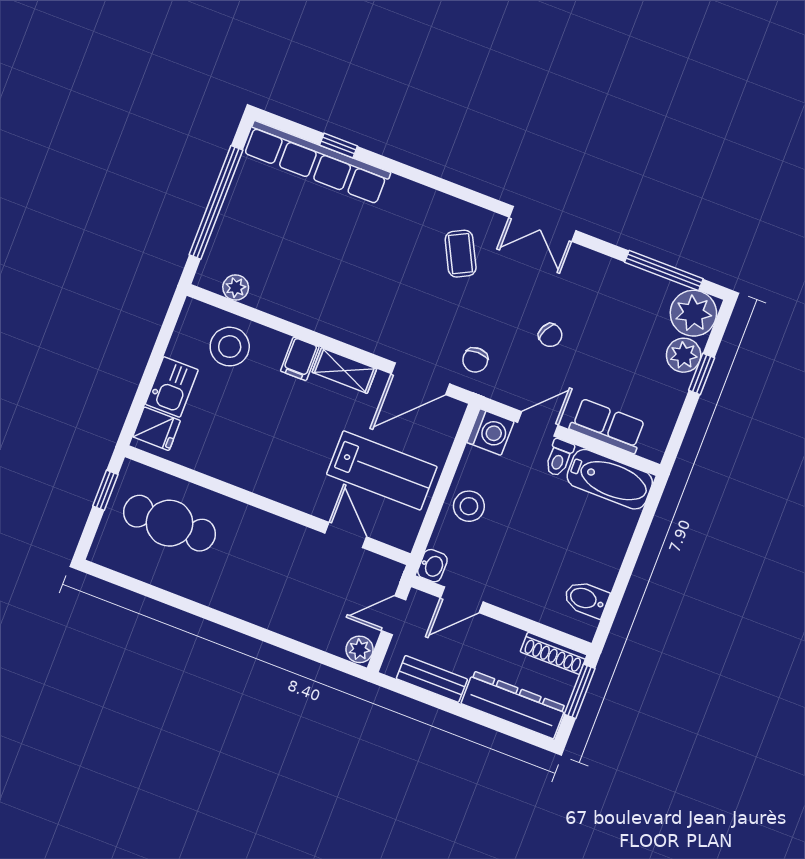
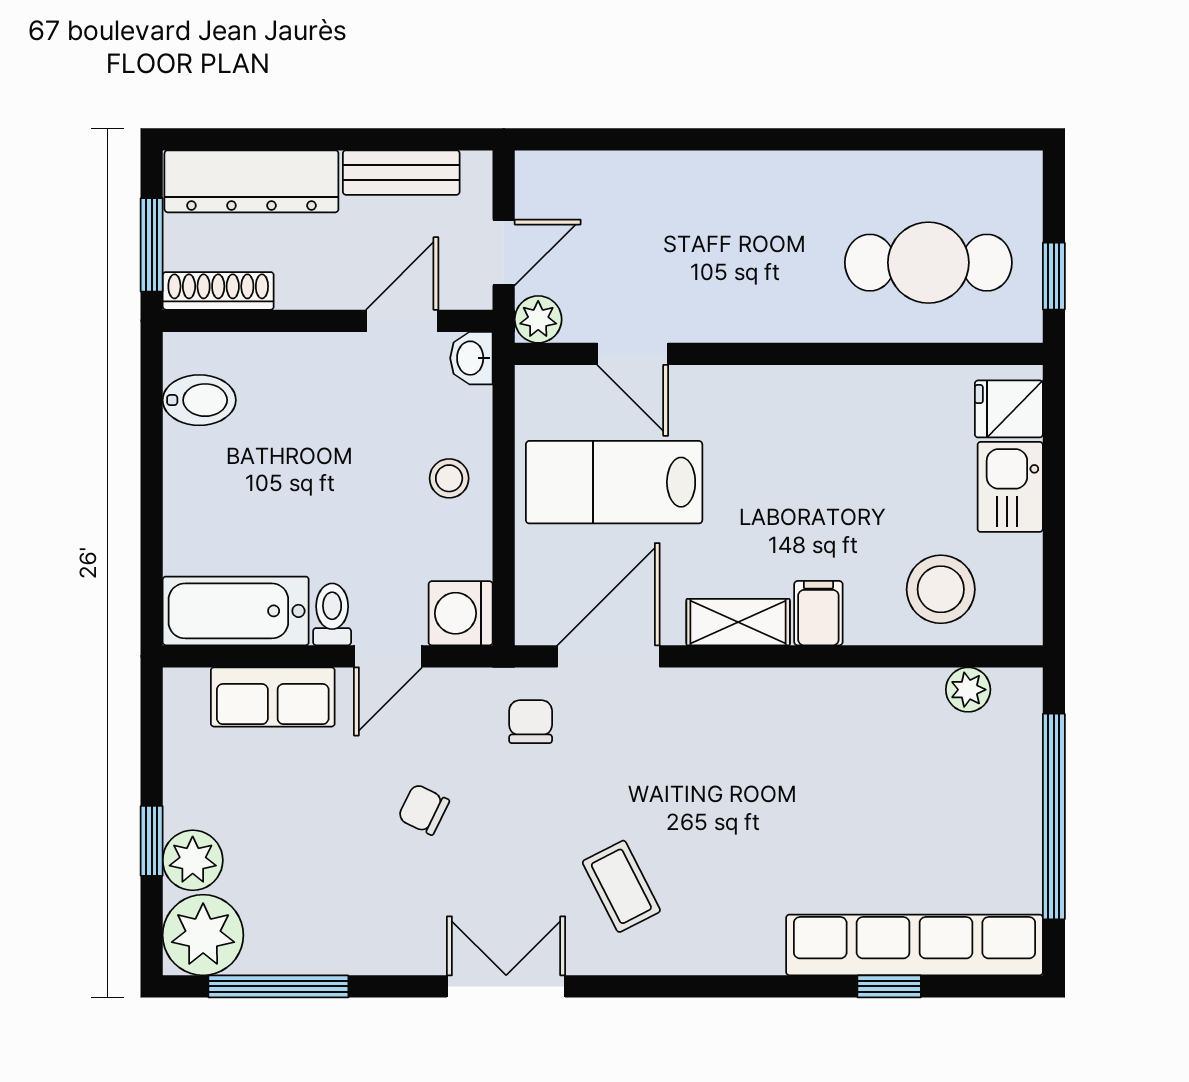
stool: (469, 506) -> (449, 478), width x0.73, depth x0.73
plant: (360, 649) -> (538, 319), moved

